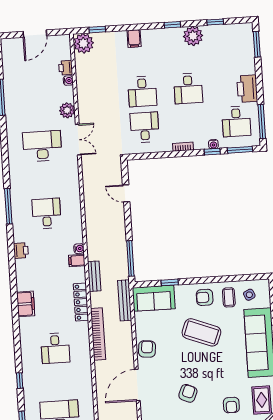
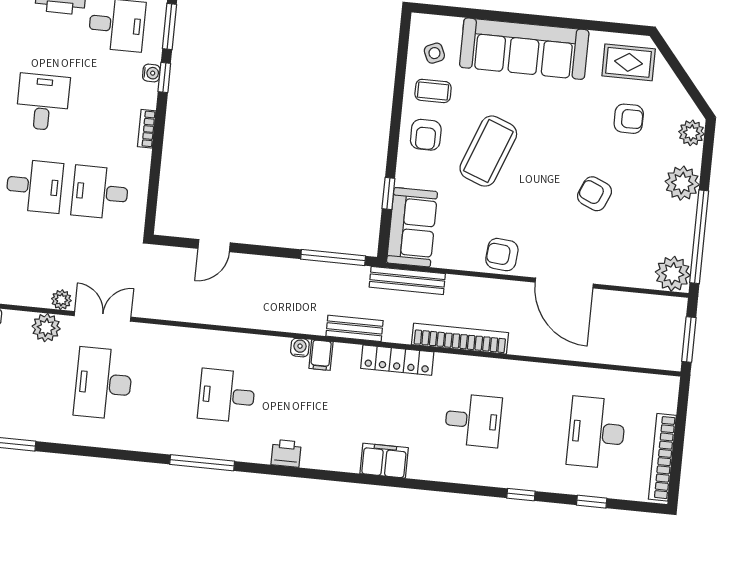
desk: (188, 88) -> (43, 102), turned -90
plant: (83, 116) -> (61, 300), added

